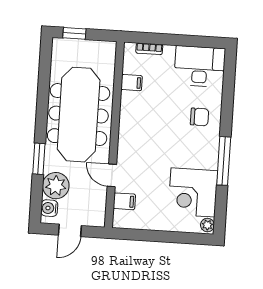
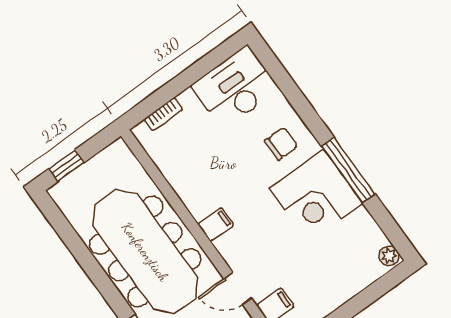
filing cabinet: (132, 83) -> (216, 224), moved
corner desk: (193, 192) -> (316, 196), moved

